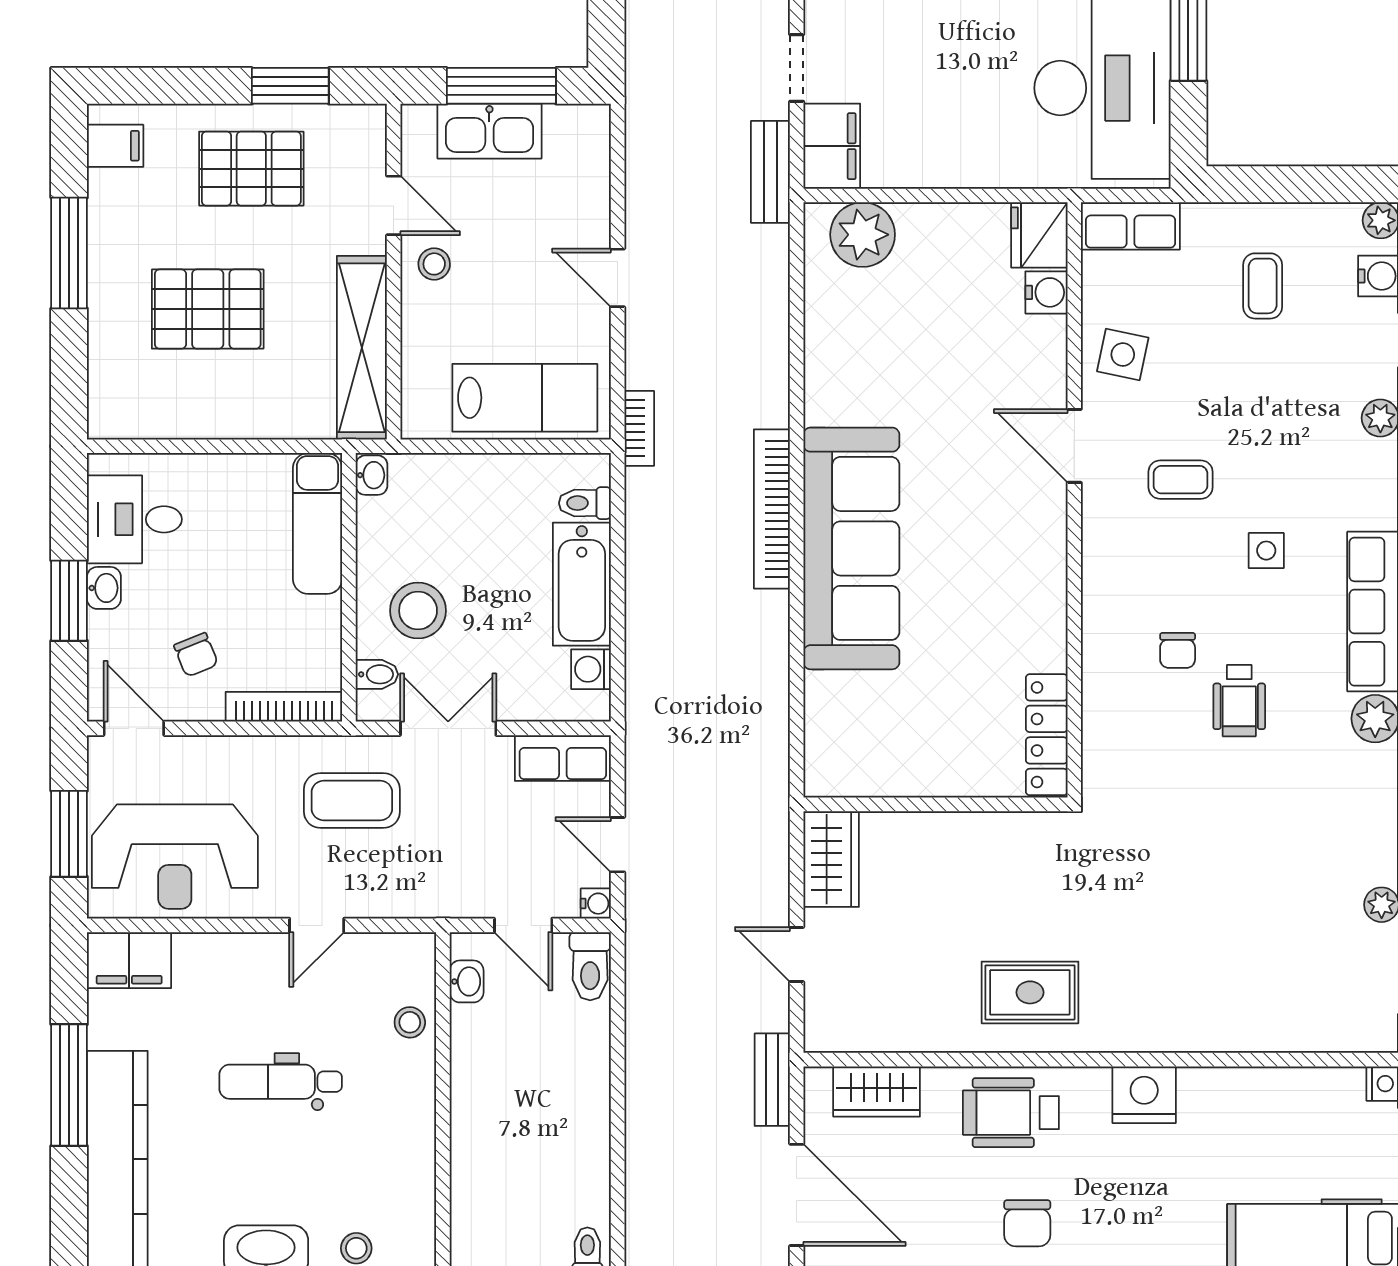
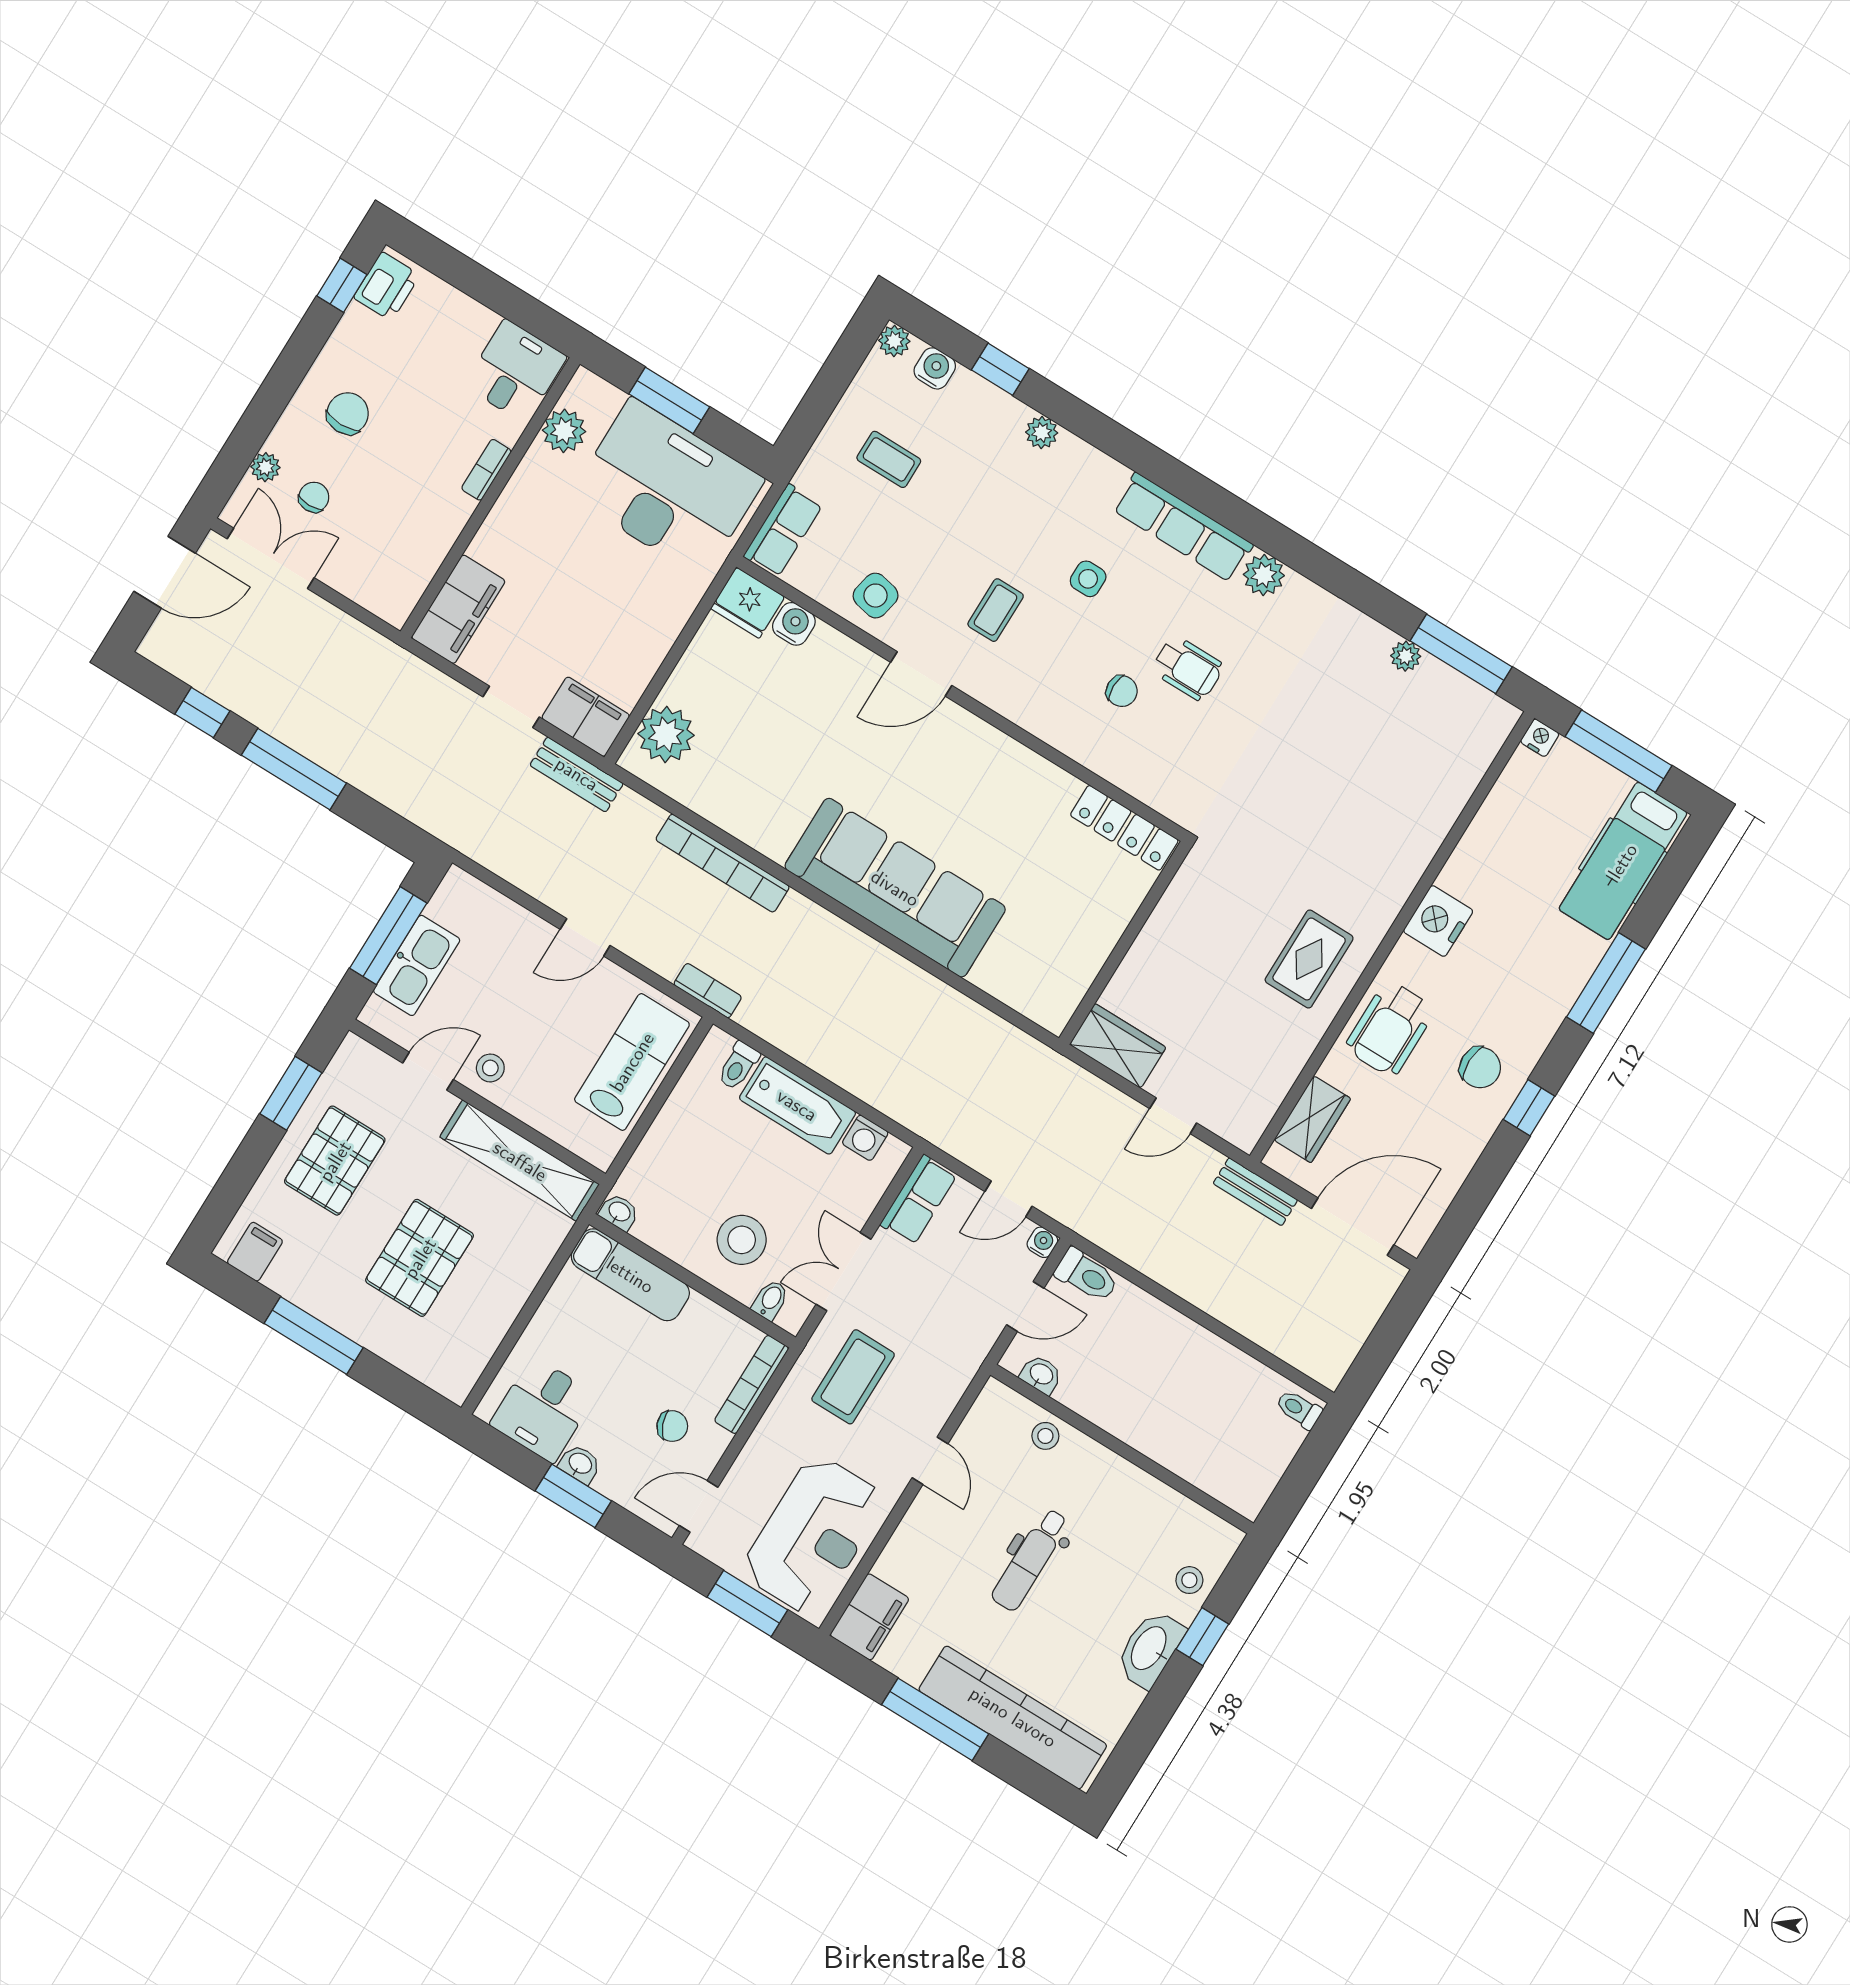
bookcase: (772, 509) -> (723, 863), moved

